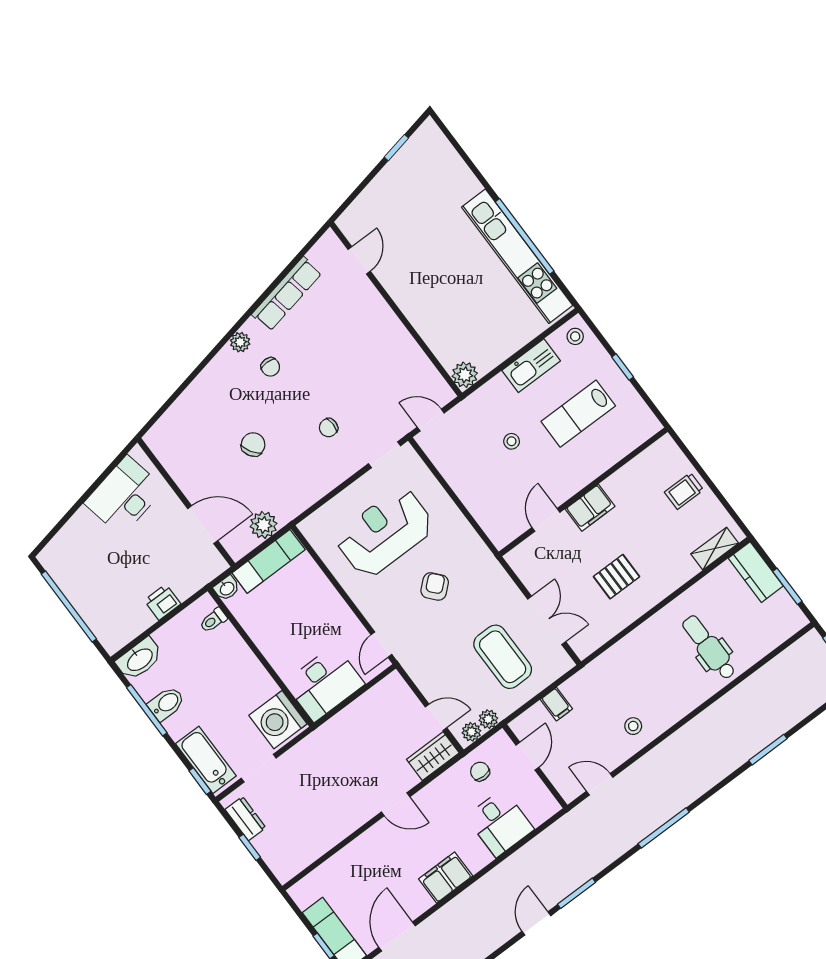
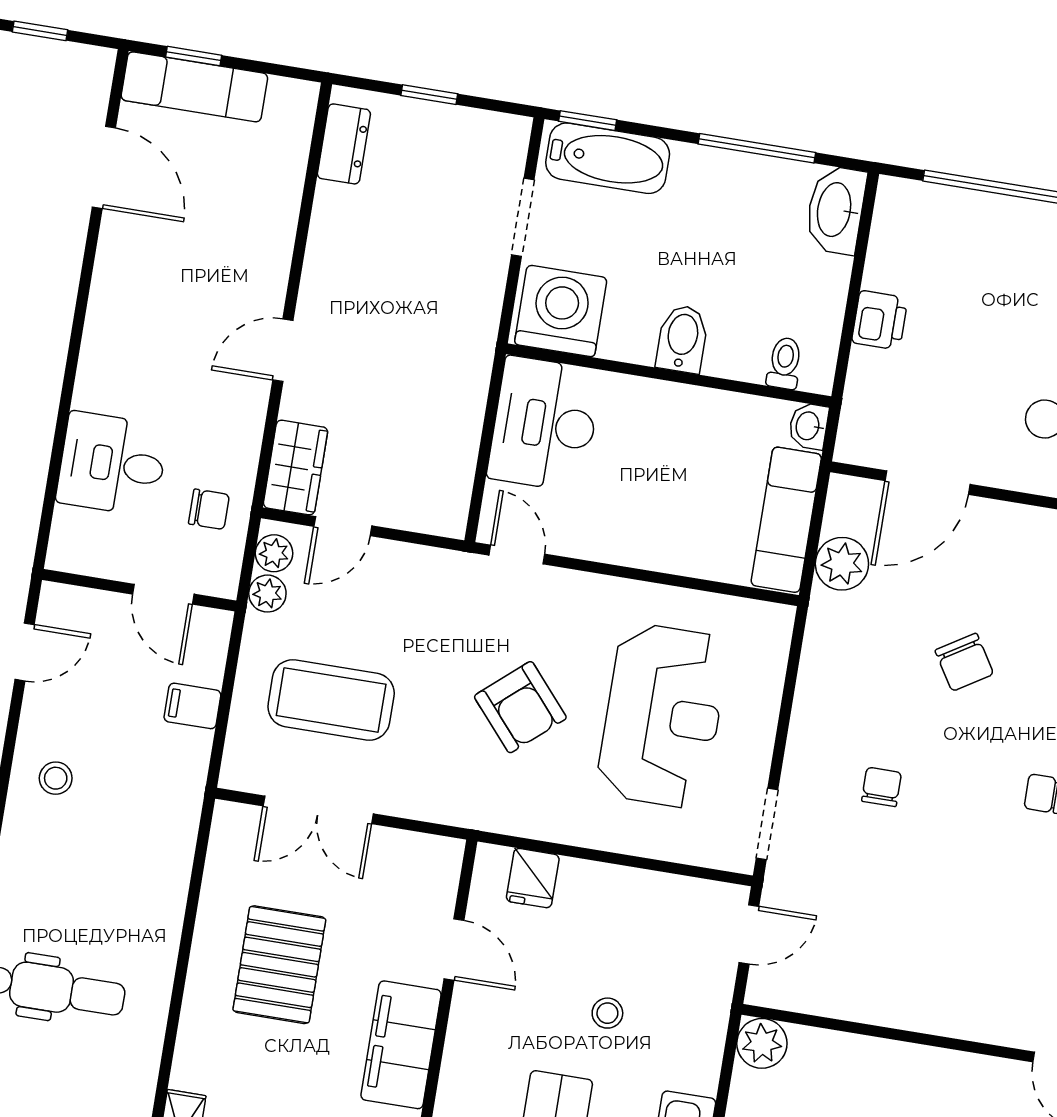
filing cabinet: (590, 508) -> (401, 1045), width x1.50, depth x1.17
fridge: (491, 518) -> (533, 878), added
pallet: (617, 577) -> (279, 965), width x1.50, depth x1.42
armchair: (435, 586) -> (520, 707), width x1.38, depth x1.38
bidet: (166, 704) -> (682, 339), moved, turned 180
dresser: (245, 819) -> (344, 144), moved, turned -90
filing cabinet: (446, 877) -> (115, 315), removed

